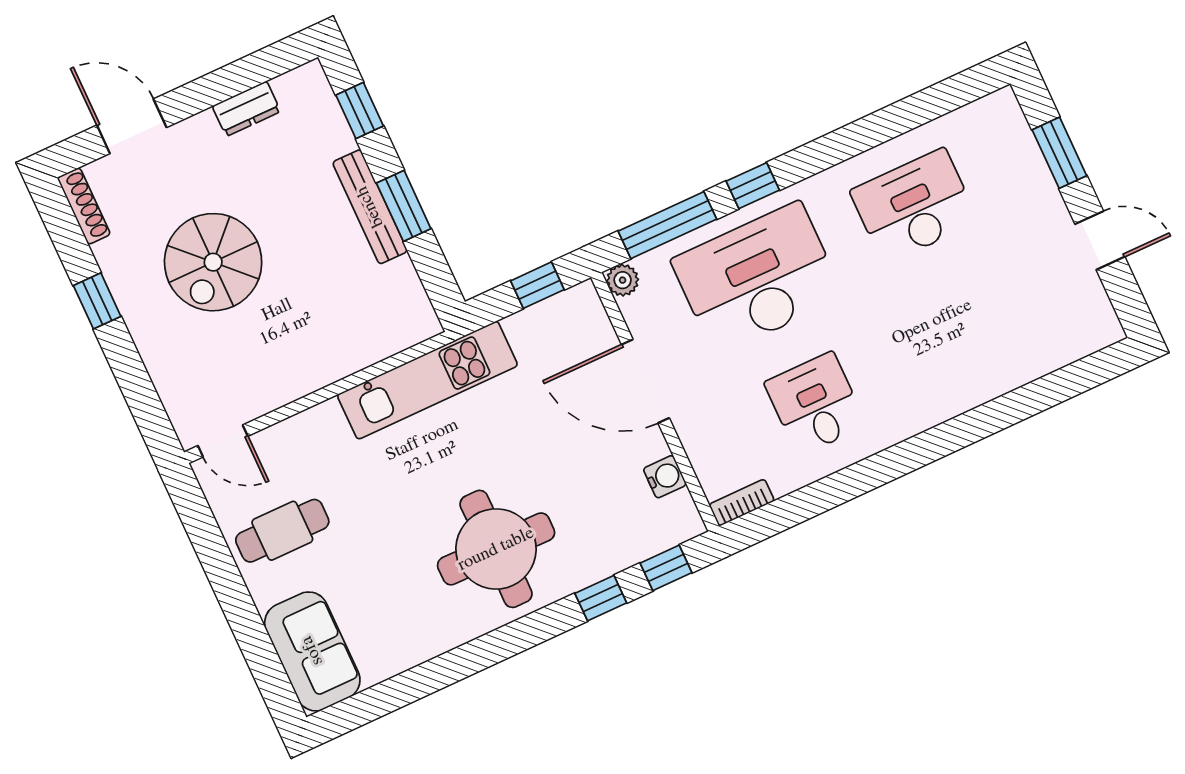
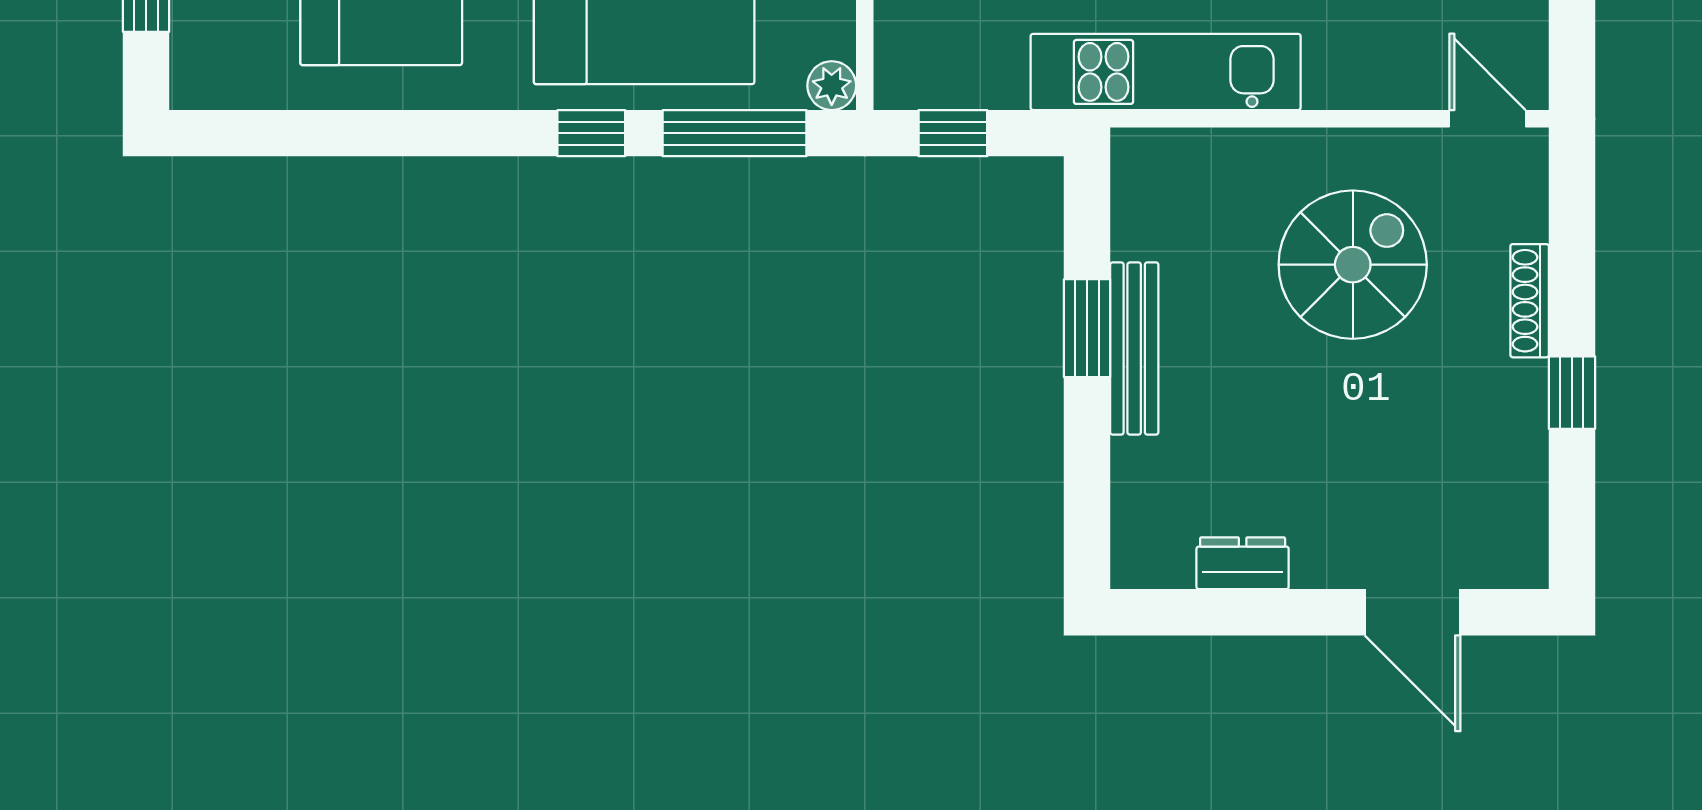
window: (360, 111) -> (1087, 488), removed
shoe rack: (84, 206) -> (1530, 301), moved
spiral stairs: (213, 262) -> (1353, 265), moved

